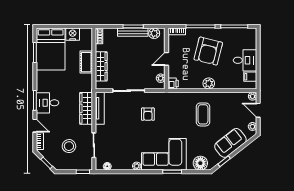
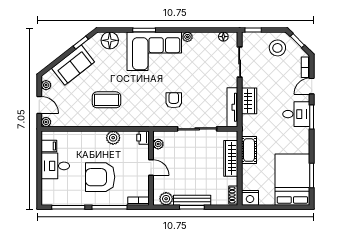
nightstand: (73, 34) -> (250, 198), moved
armchair: (208, 51) -> (100, 177), turned -104
door: (167, 59) -> (151, 168), hinge flipped
cot: (86, 62) -> (249, 150), moved
plant: (209, 83) -> (113, 138), moved
wardrobe: (86, 108) -> (249, 101), width x0.67
coffee table: (203, 114) -> (106, 100), turned 90
door: (35, 126) -> (312, 86), hinge flipped
stool: (69, 146) -> (277, 48), moved

